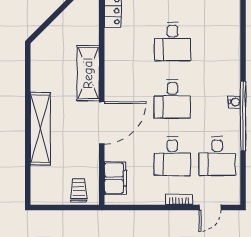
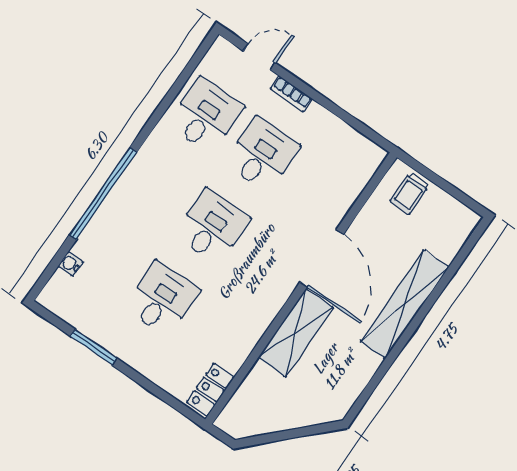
water cooler: (234, 102) -> (70, 264), moved
window: (243, 116) -> (103, 194), moved
door: (102, 123) -> (322, 258), swing flipped
filing cabinet: (115, 178) -> (353, 176), removed

